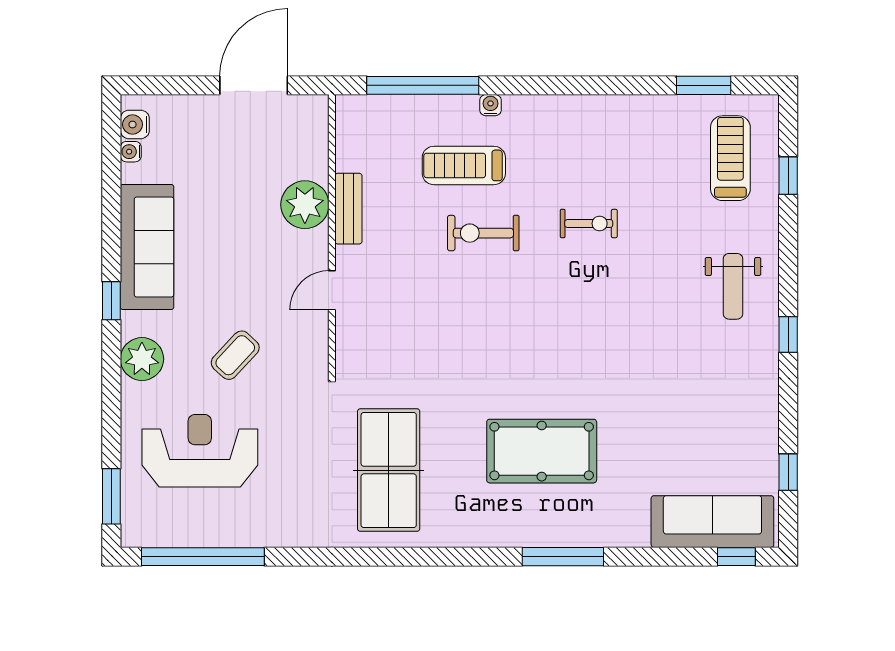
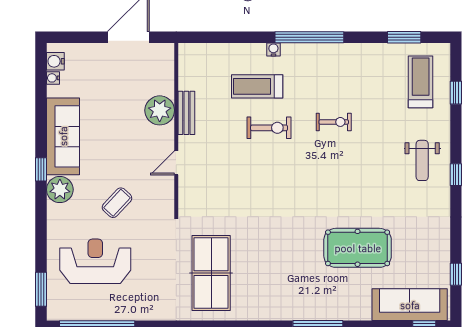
window: (423, 85) -> (309, 37), moved
exercise bike: (483, 233) -> (269, 128), turned 180
window: (788, 334) -> (456, 175), moved
plant: (142, 359) -> (60, 190), moved
pool table: (542, 451) -> (358, 248), moved

